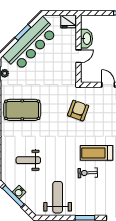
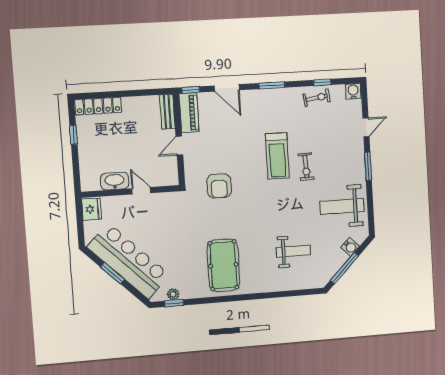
armchair: (78, 111) -> (219, 186), turned -110
weight bench: (28, 160) -> (293, 251), turned -90
water cooler: (19, 192) -> (350, 247), moved

